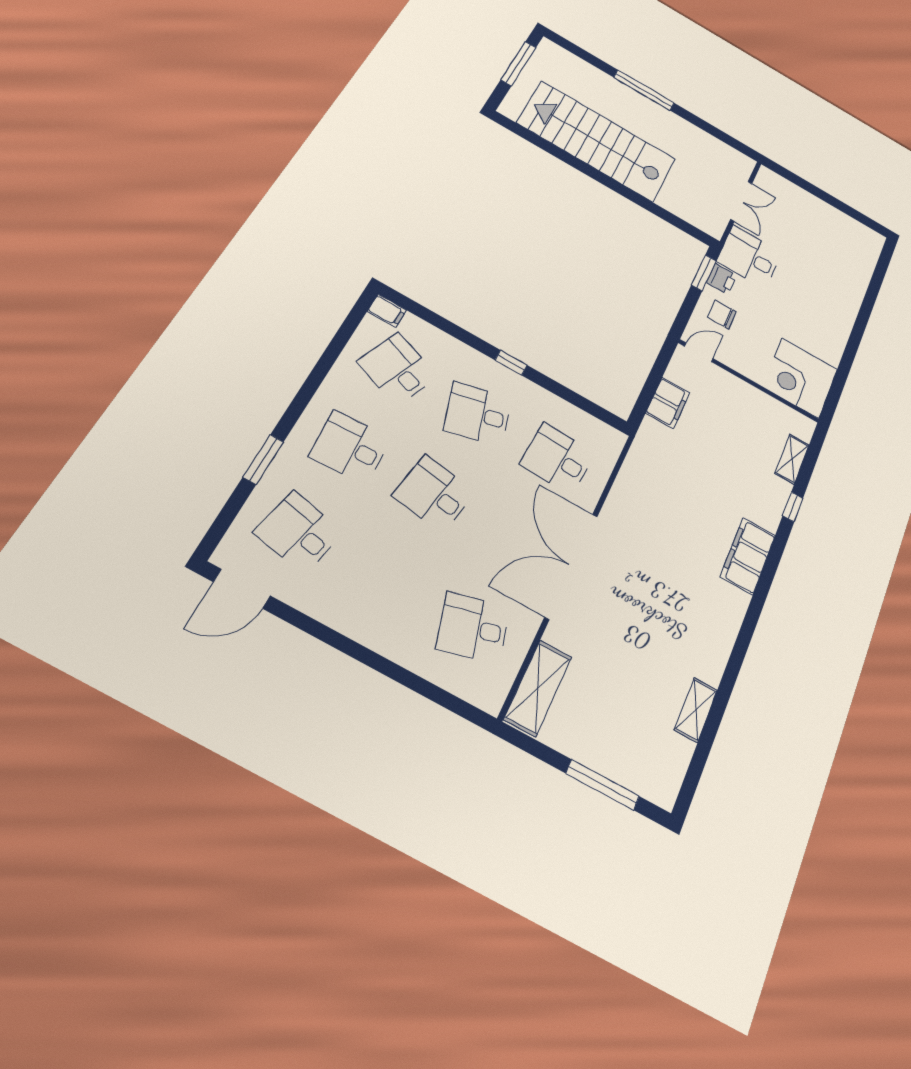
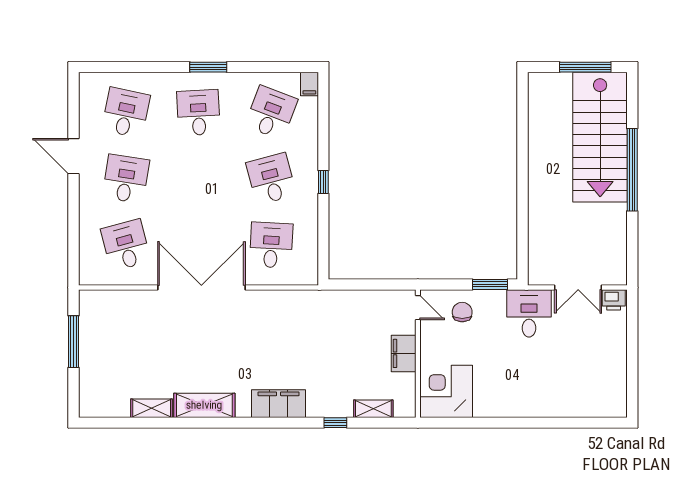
window: (644, 90) -> (632, 170), width x1.46
stairs: (597, 141) -> (600, 137), moved, turned 180
printer: (722, 279) -> (614, 300), moved
filing cabinet: (668, 403) -> (404, 353), moved, turned 90
window: (263, 459) -> (208, 67), moved
desk: (434, 494) -> (126, 179), moved
door: (242, 589) -> (74, 156), moved
shelving: (538, 688) -> (204, 405), moved
window: (603, 785) -> (74, 342), moved

